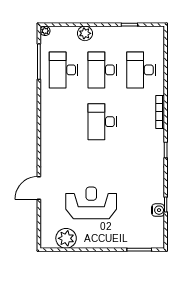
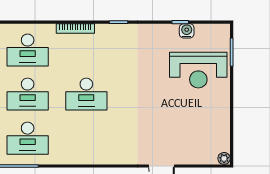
reception desk: (91, 203) -> (198, 70), moved, turned -90
plant: (66, 238) -> (224, 158), moved, width x0.53, depth x0.53

